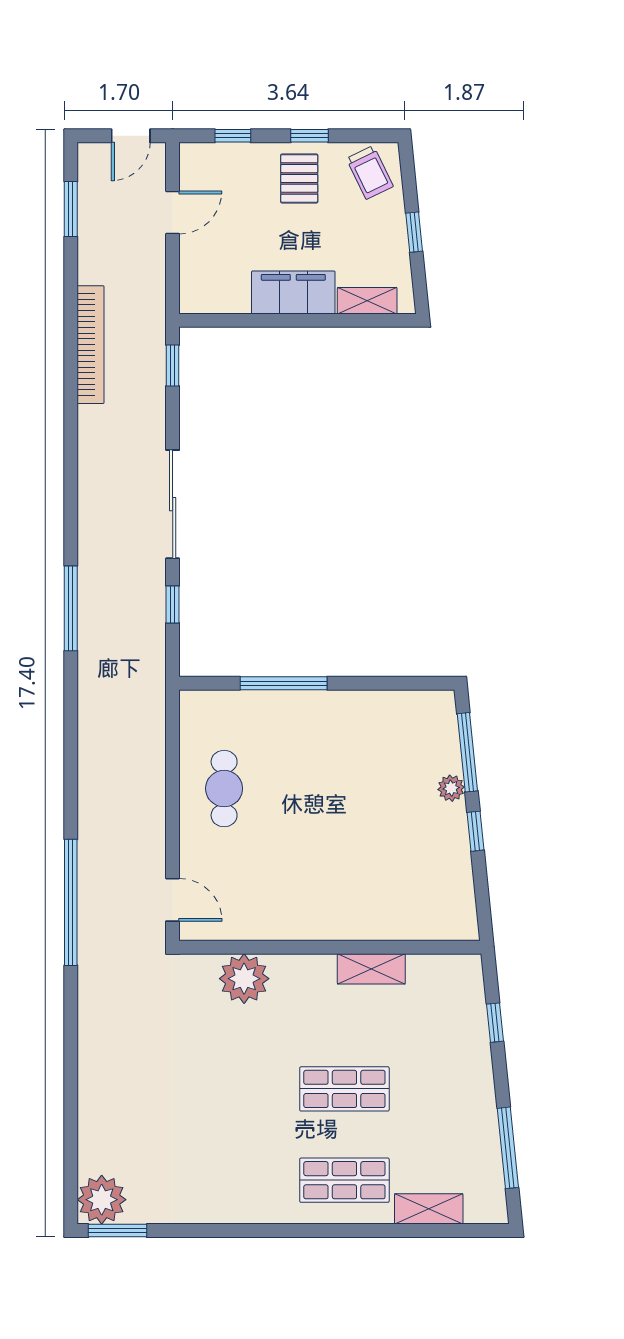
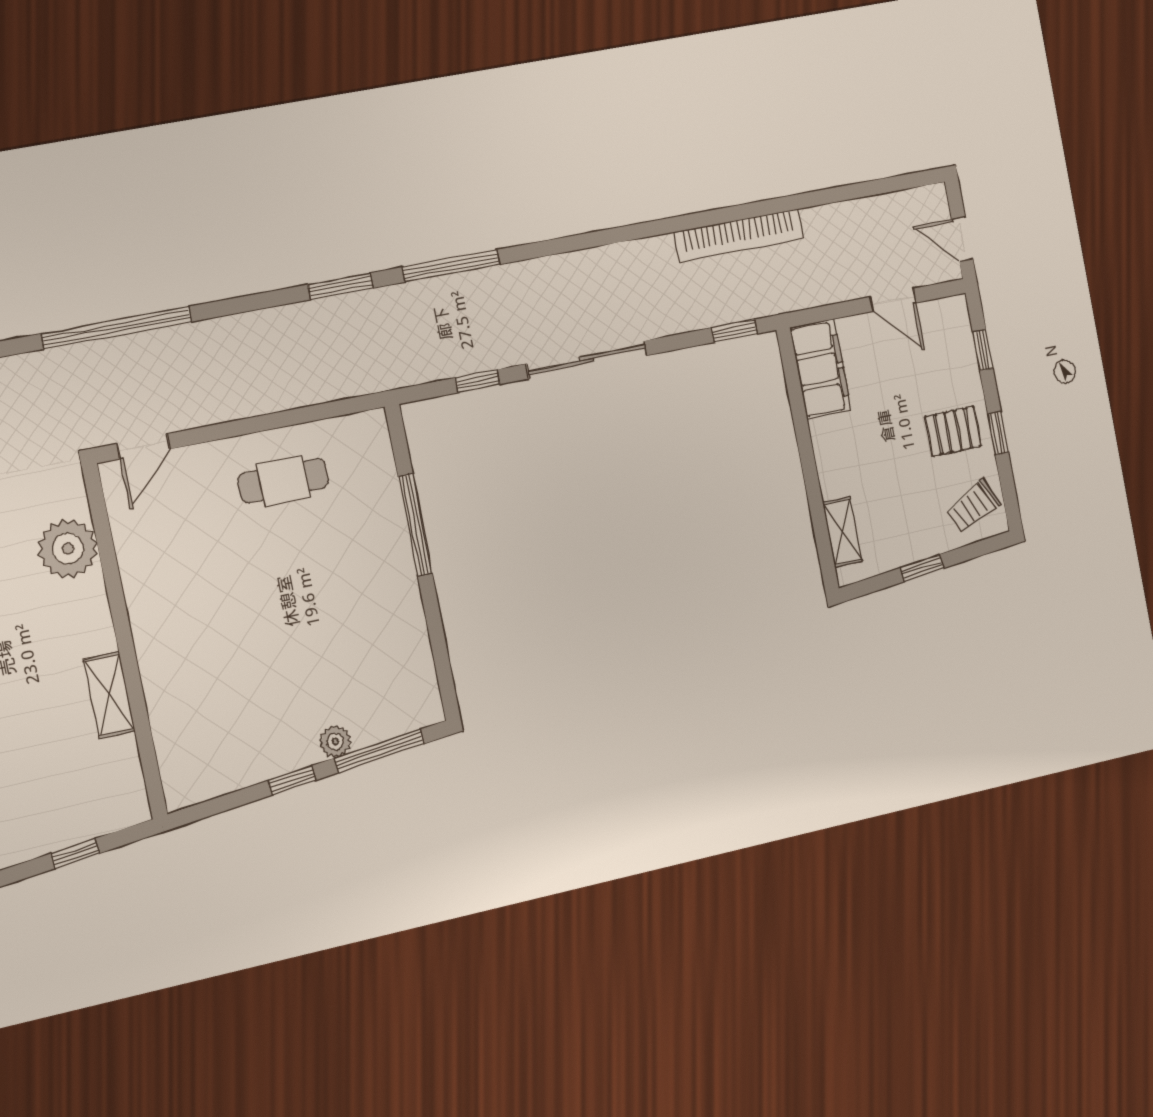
window: (71, 209) -> (341, 286), moved
filing cabinet: (293, 292) -> (821, 369), moved

